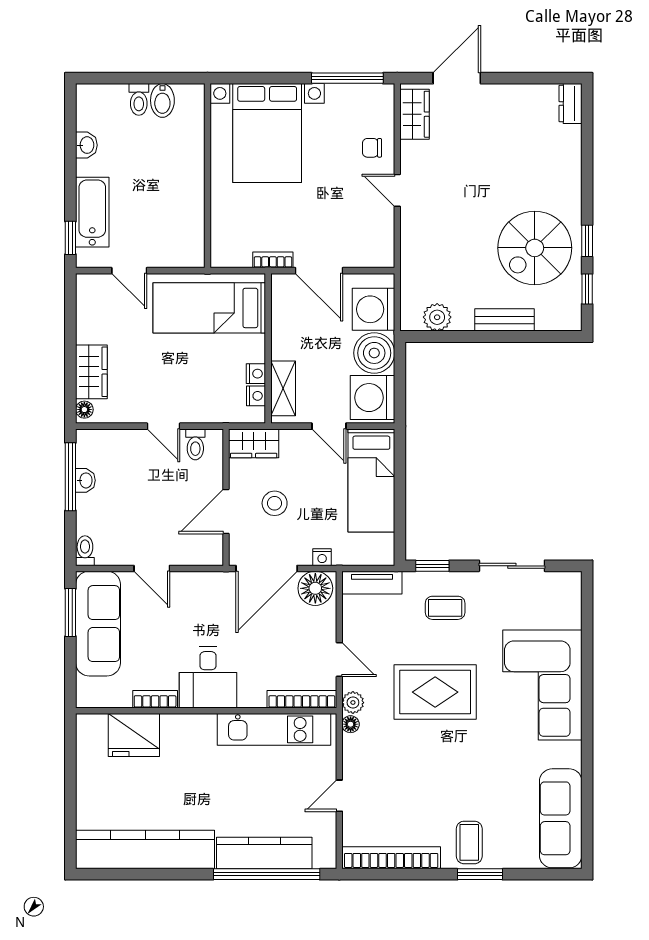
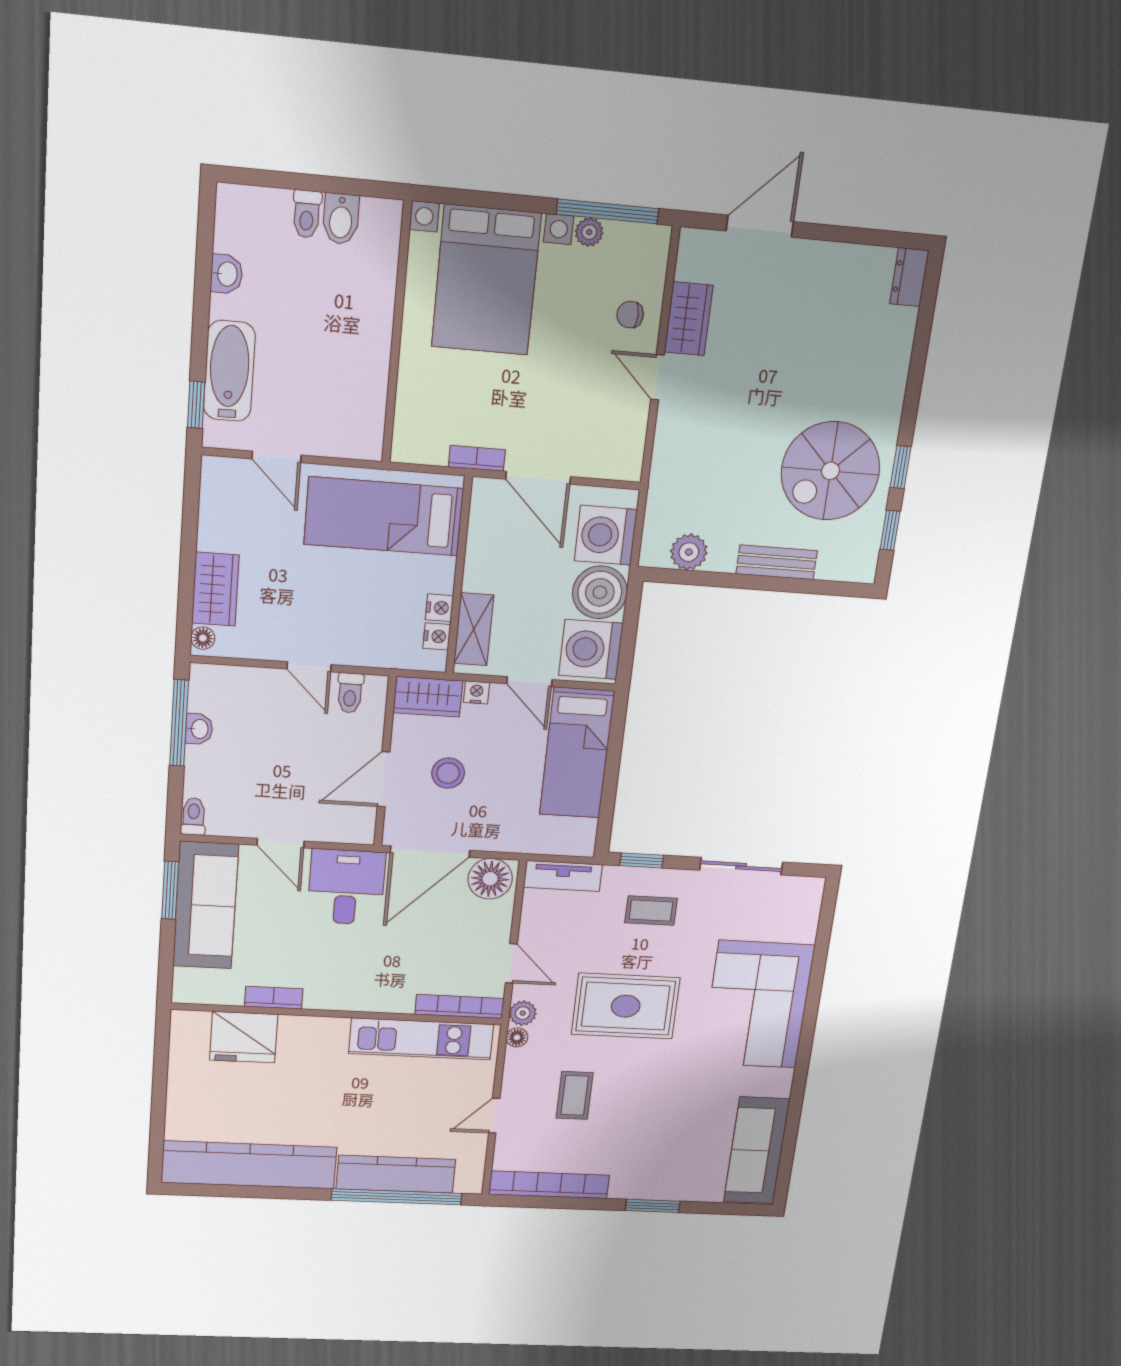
plant: (336, 93) -> (589, 232), added
wardrobe: (414, 114) -> (689, 319), moved
nightstand: (322, 557) -> (477, 692), moved, turned 180
desk: (208, 677) -> (346, 887), moved, turned 180
coffee table: (469, 842) -> (575, 1095), moved

